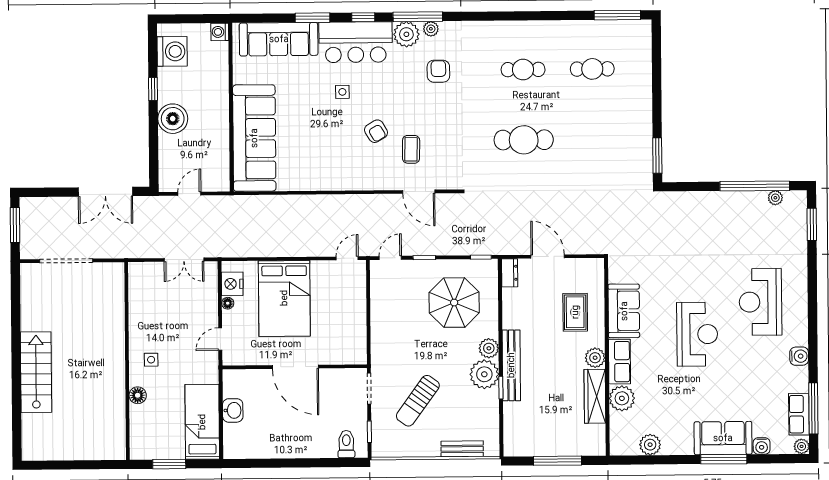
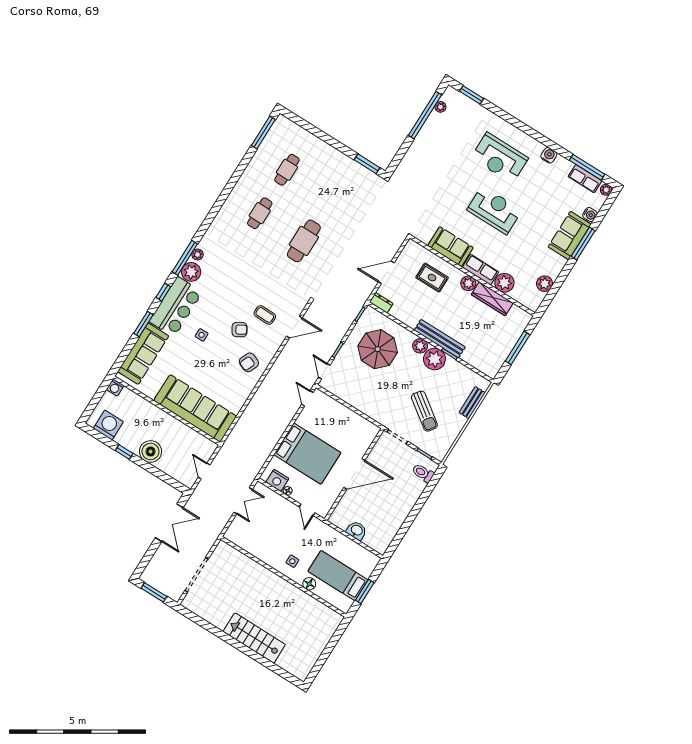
armchair: (438, 71) -> (249, 362), moved, turned -68
bed: (202, 422) -> (338, 576), moved

